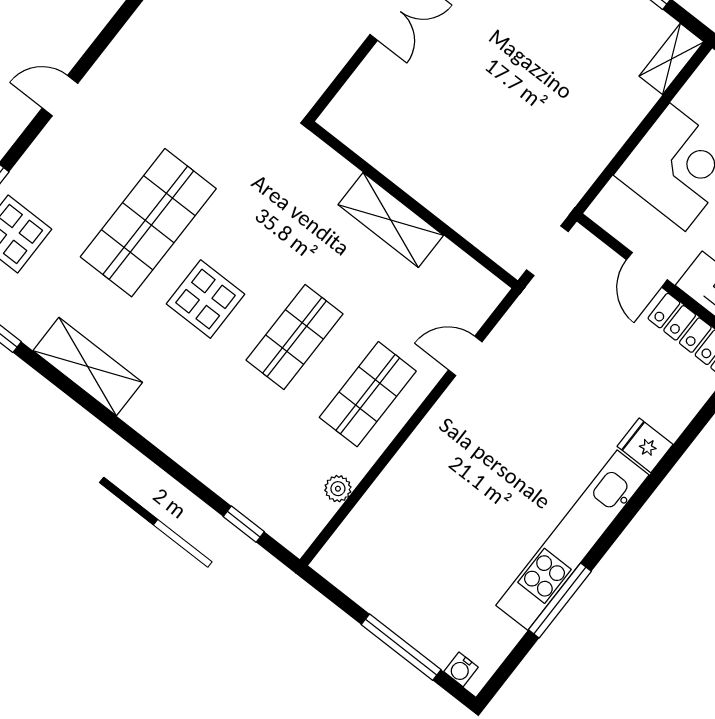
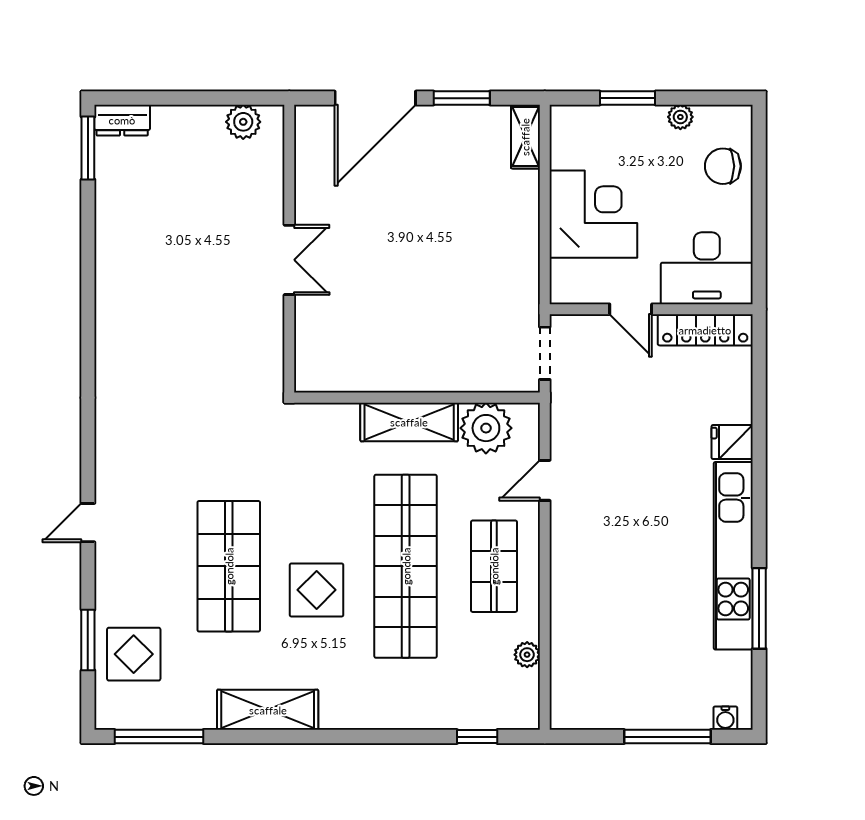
plant: (450, 275) -> (486, 428), added
shop shelf: (295, 337) -> (406, 566), width x2.00, depth x1.36

